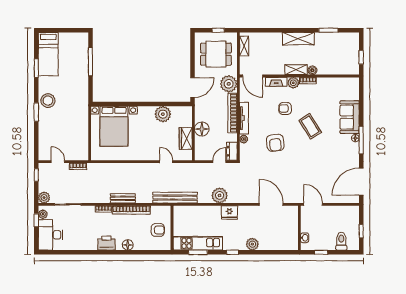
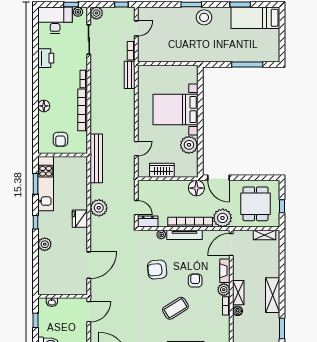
bed with nightstands: (114, 126) -> (175, 109), moved
floor lamp: (202, 129) -> (196, 188), moved
bench: (123, 198) -> (130, 75), moved
printer: (106, 243) -> (46, 58), moved

